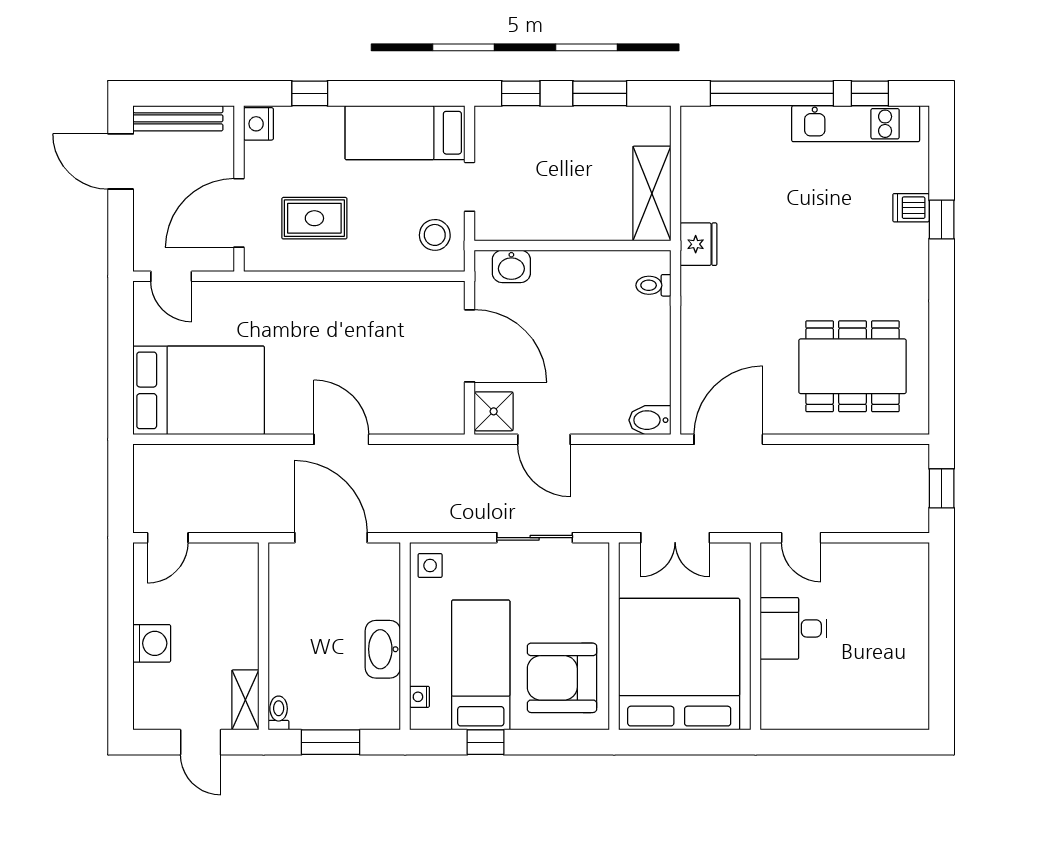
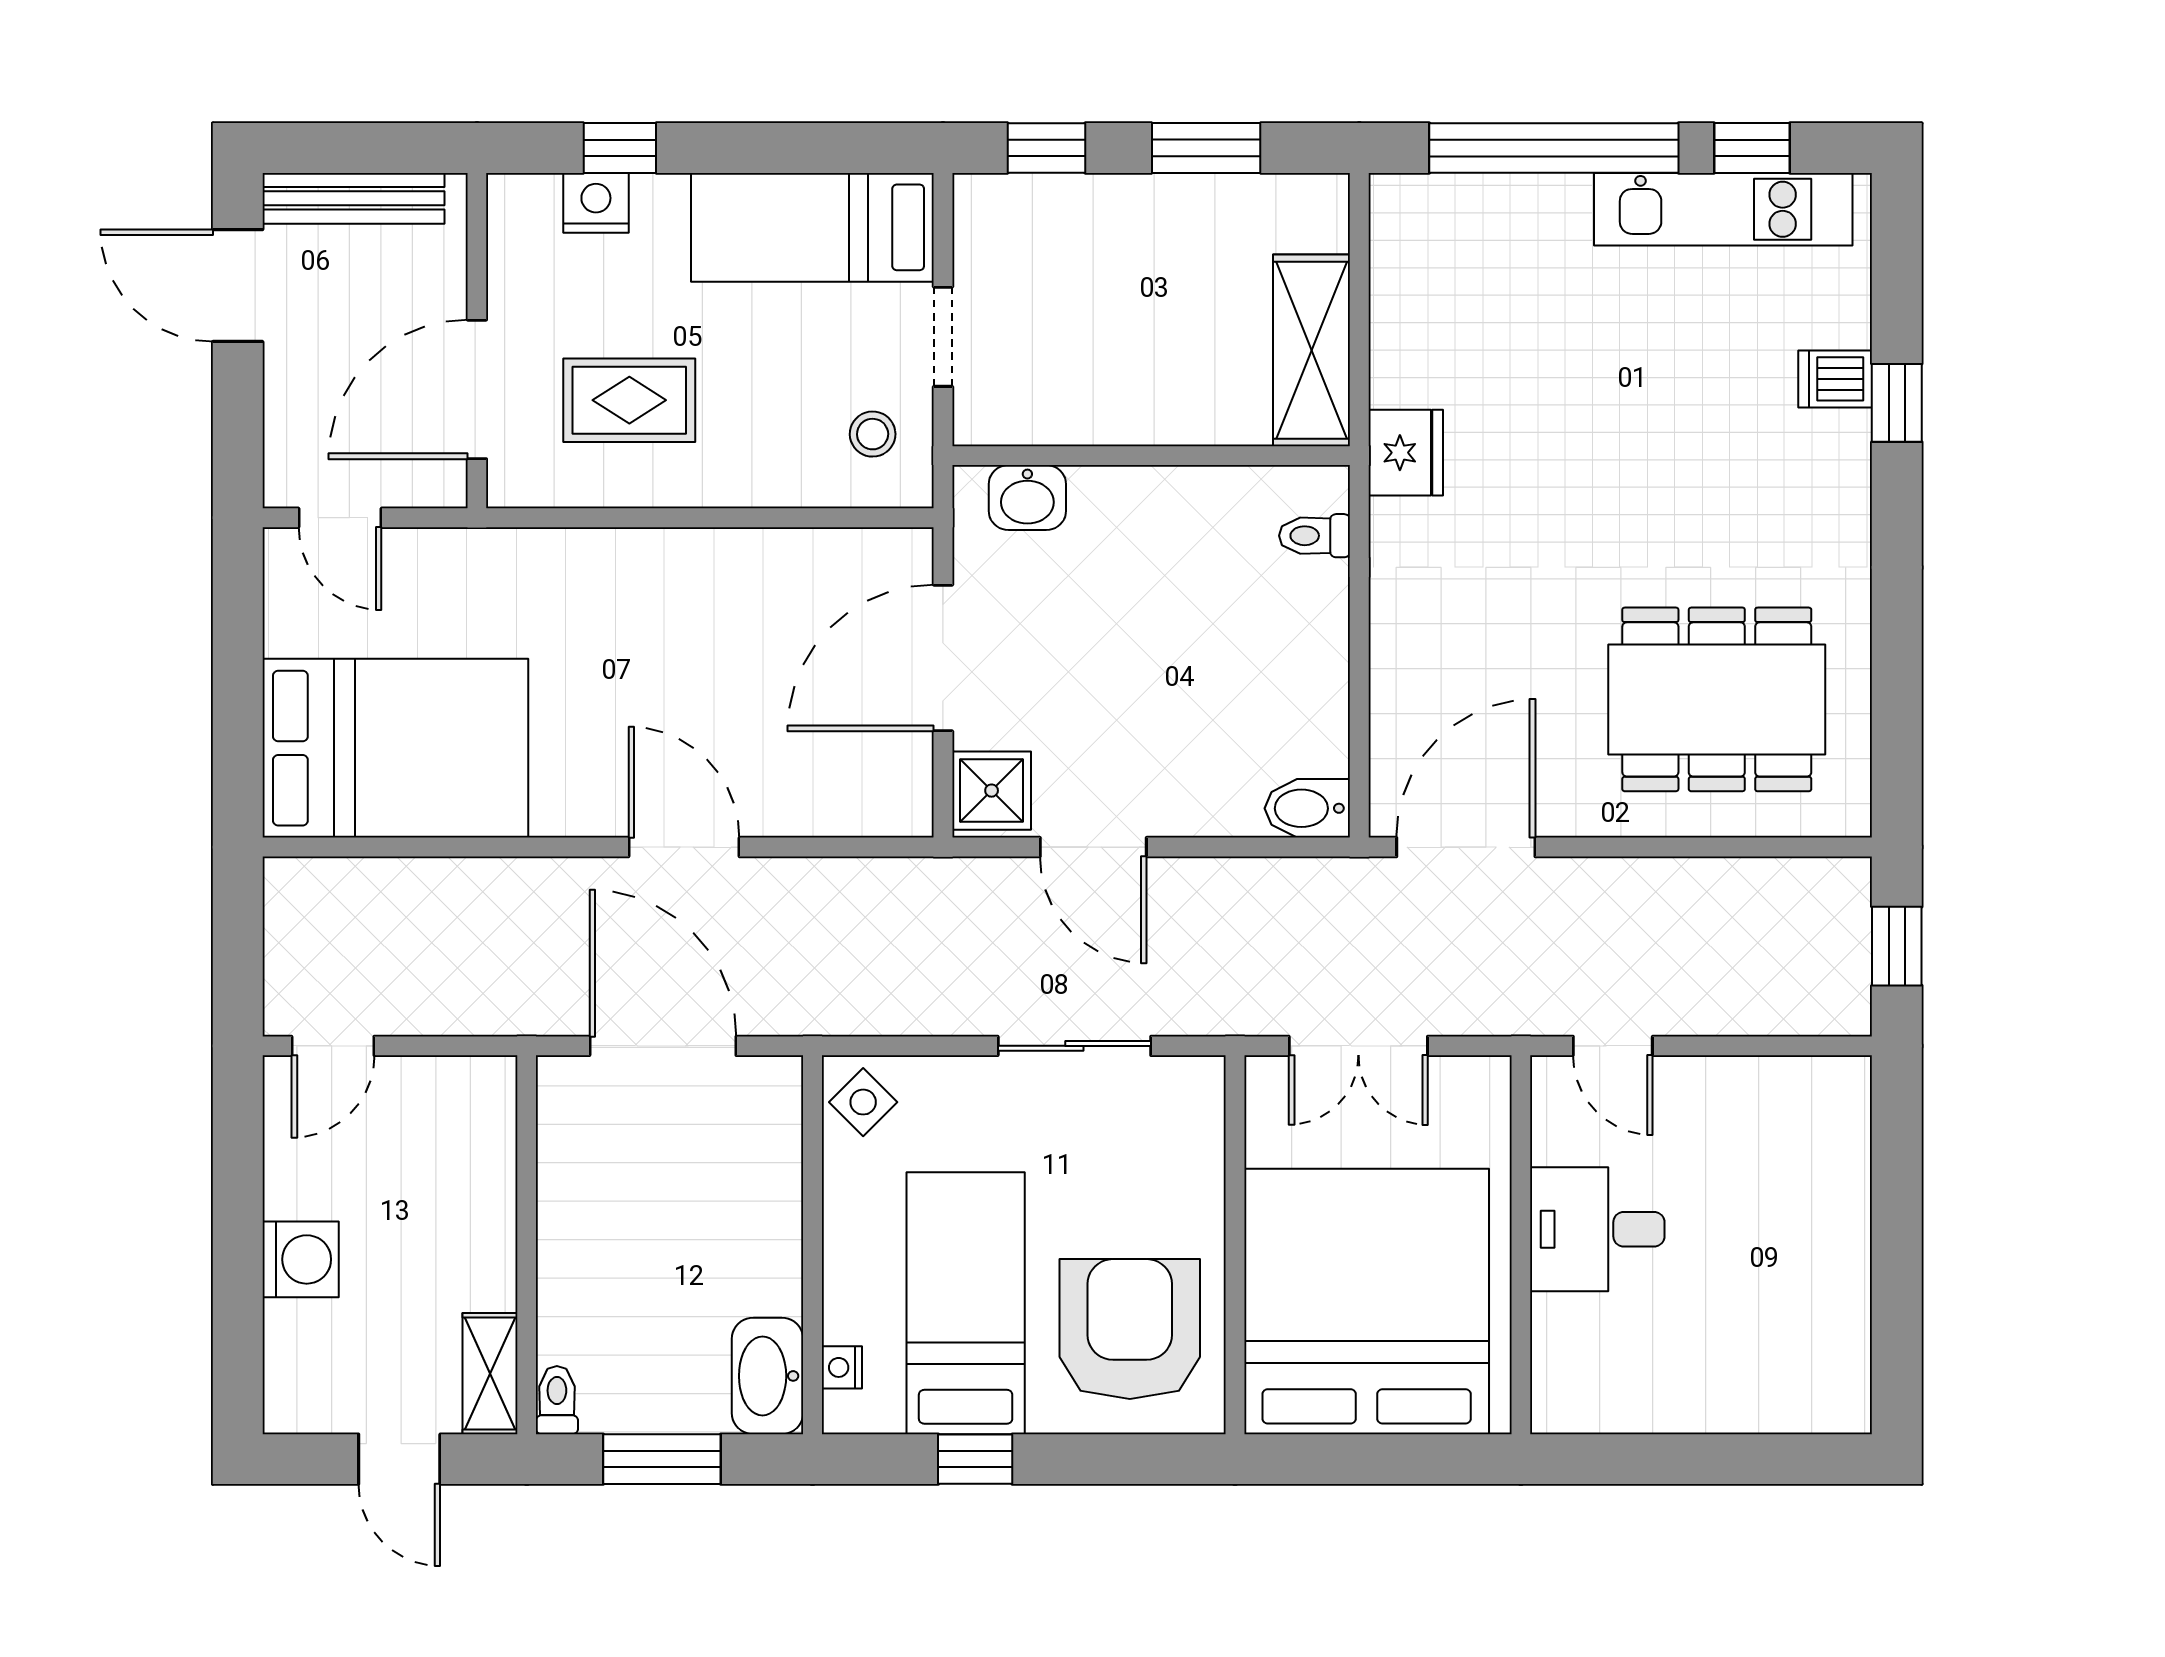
nightstand: (258, 124) -> (596, 203), moved, turned 90
stool: (435, 235) -> (873, 434), width x0.73, depth x0.73
door: (470, 346) -> (943, 658), swing flipped
side table: (430, 565) -> (863, 1102), turned 45
washbasin: (383, 649) -> (768, 1376), moved
armchair: (562, 678) -> (1130, 1329), turned 90

